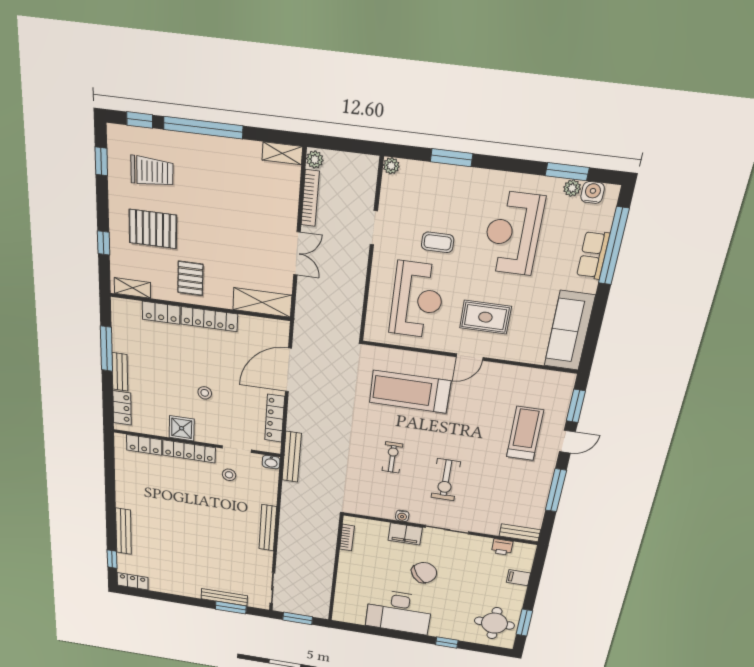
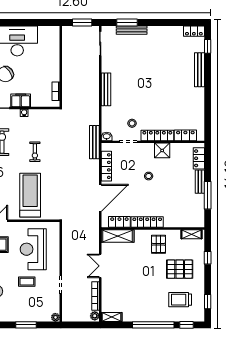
locker: (161, 313) -> (119, 222), moved
treadmill: (410, 392) -> (30, 195), turned -90

